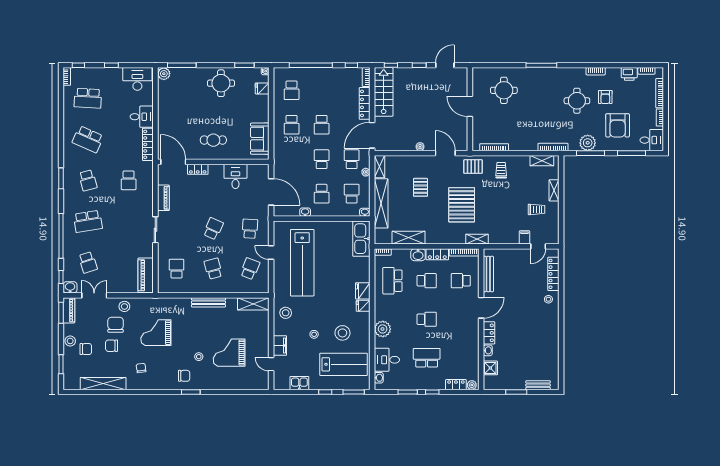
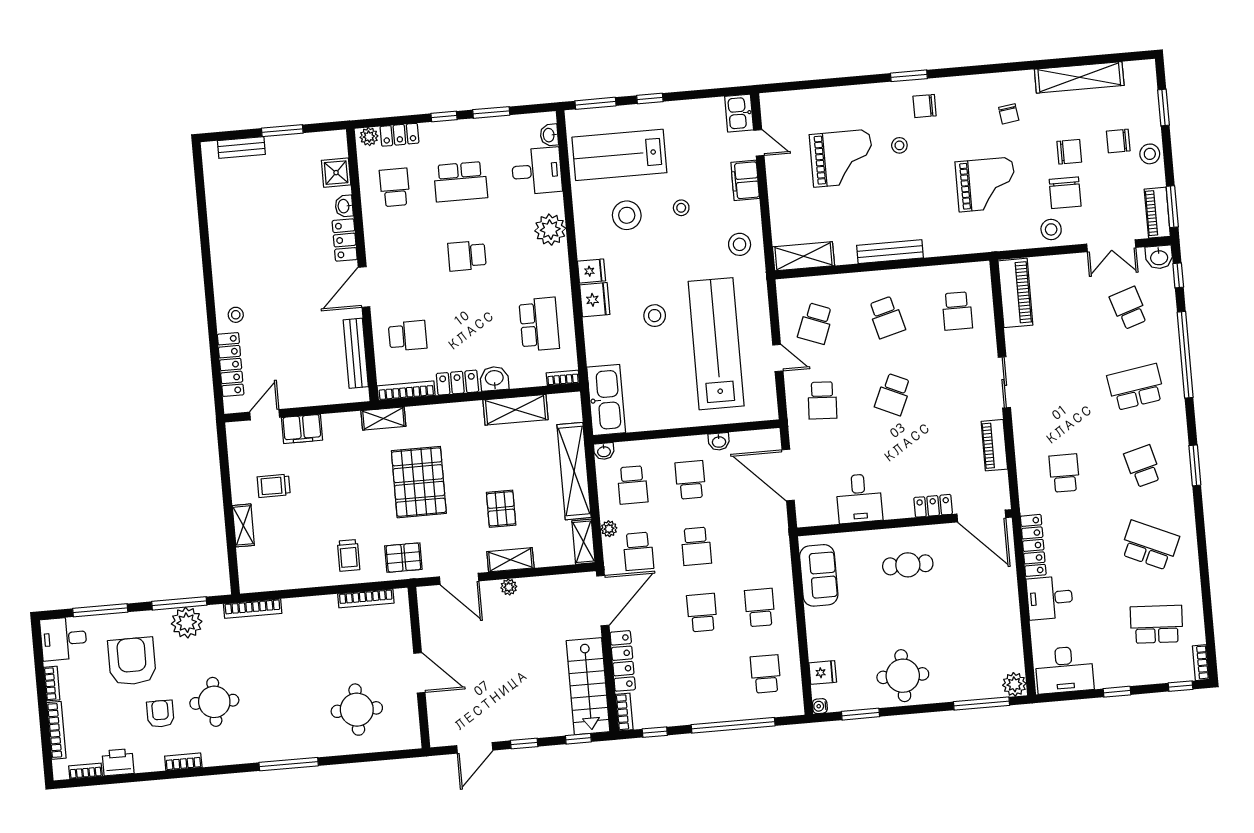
shelving: (542, 161) -> (510, 560), moved
filing cabinet: (525, 237) -> (302, 429), width x2.00
stool: (333, 280) -> (655, 316), added
school desk: (427, 281) -> (395, 187), moved, turned 90
kitchen sink: (299, 383) -> (739, 113), moved, turned 90

